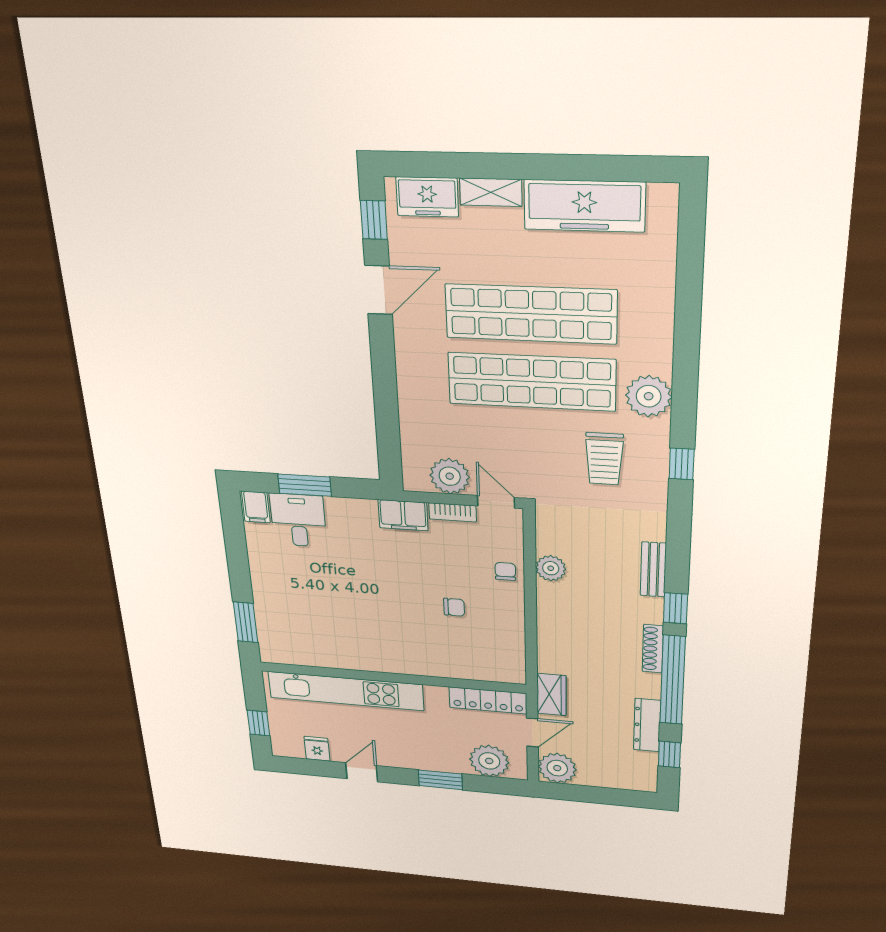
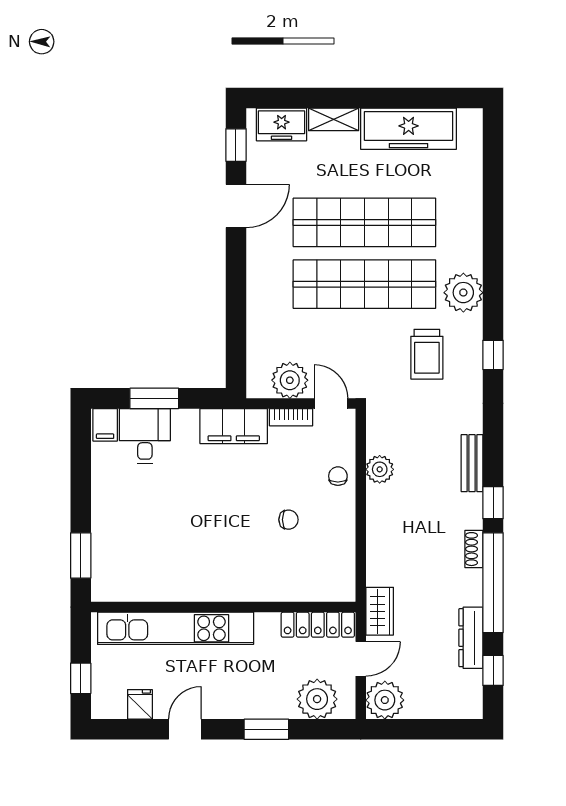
filing cabinet: (403, 515) -> (234, 426), width x1.50, depth x1.17
shoe rack: (653, 649) -> (474, 549), width x0.70

